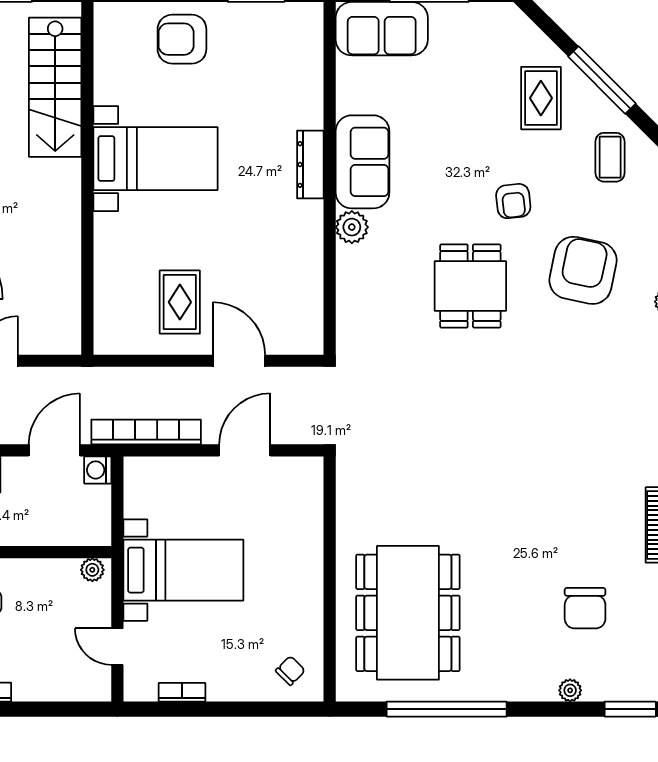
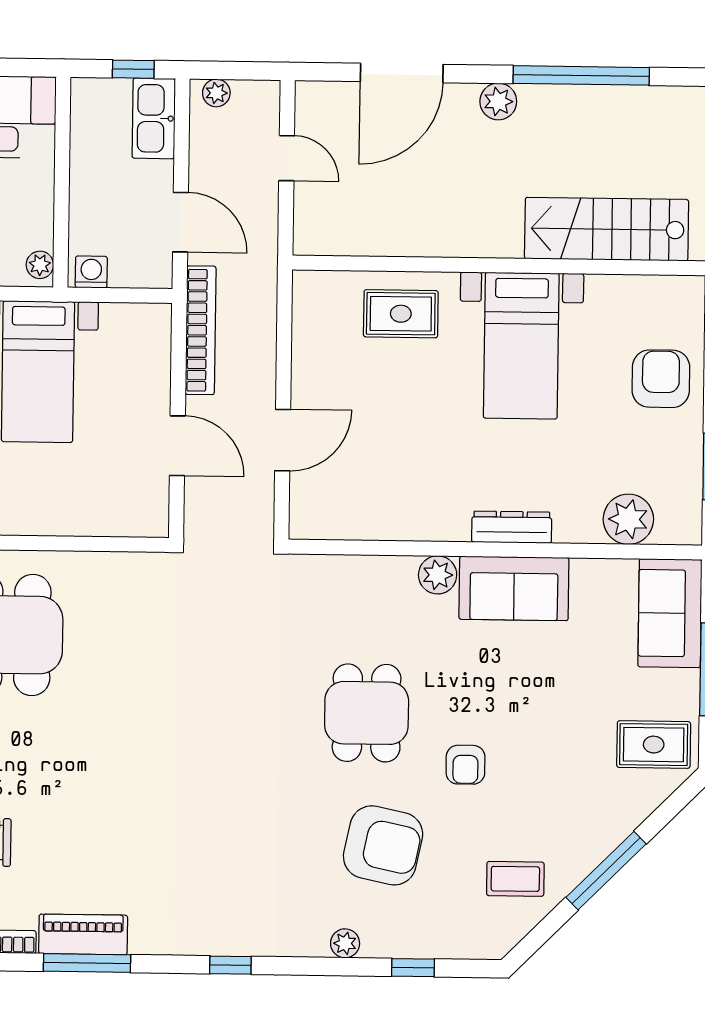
plant: (302, 65) -> (628, 519), added
rug: (541, 98) -> (654, 745), moved
armchair: (513, 201) -> (465, 765), turned -84
dining table: (470, 286) -> (367, 713), turned 90
rug: (180, 302) -> (401, 314), moved
washing machine: (98, 470) -> (91, 272), moved

